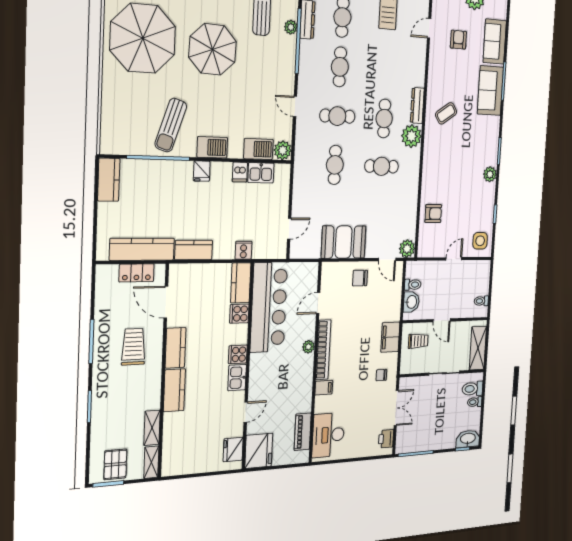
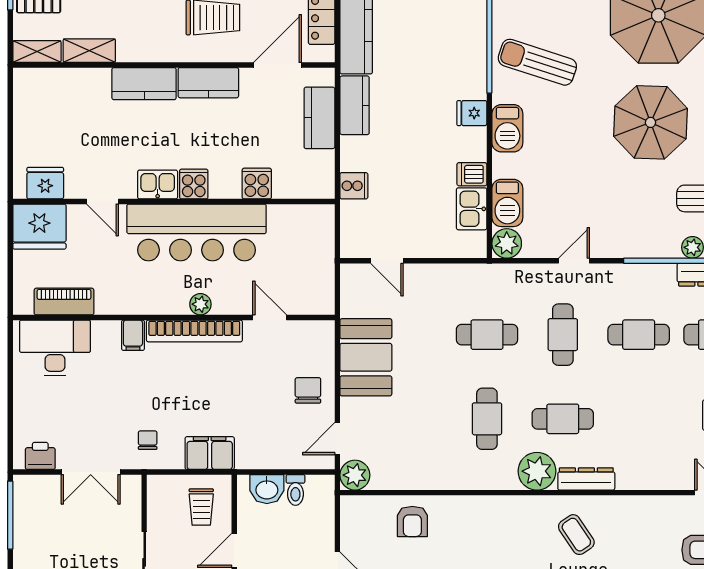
kitchen counter: (241, 283) -> (319, 118), moved, turned -90
bar counter: (269, 307) -> (197, 232), moved

